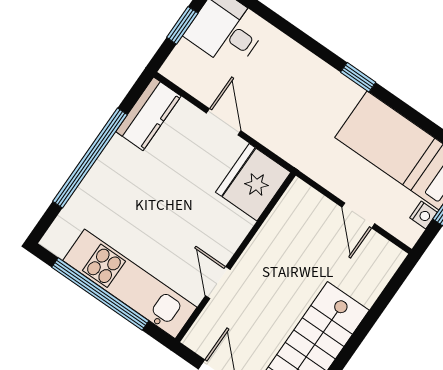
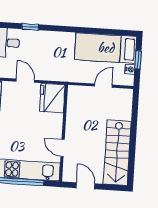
window: (358, 77) -> (30, 27), moved
door: (358, 215) -> (103, 86), swing flipped

